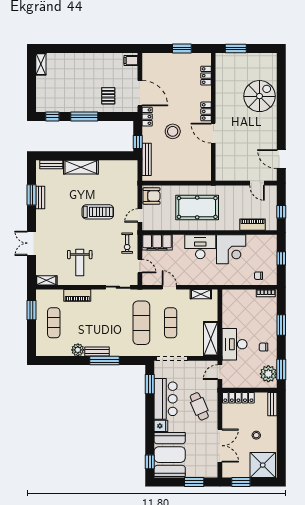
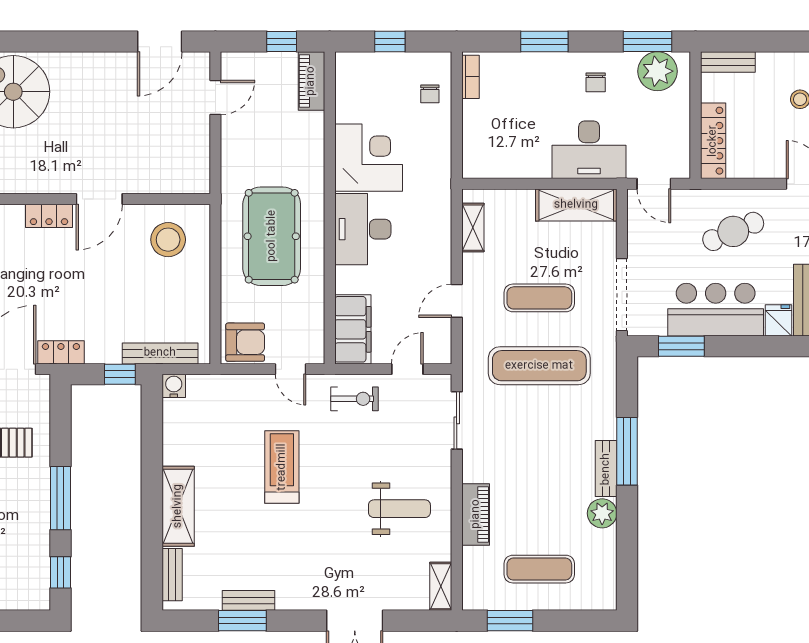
stool: (173, 131) -> (168, 240), moved
water cooler: (133, 165) -> (174, 386), added
armchair: (152, 196) -> (245, 342), turned 90
piano: (252, 225) -> (311, 81), moved

